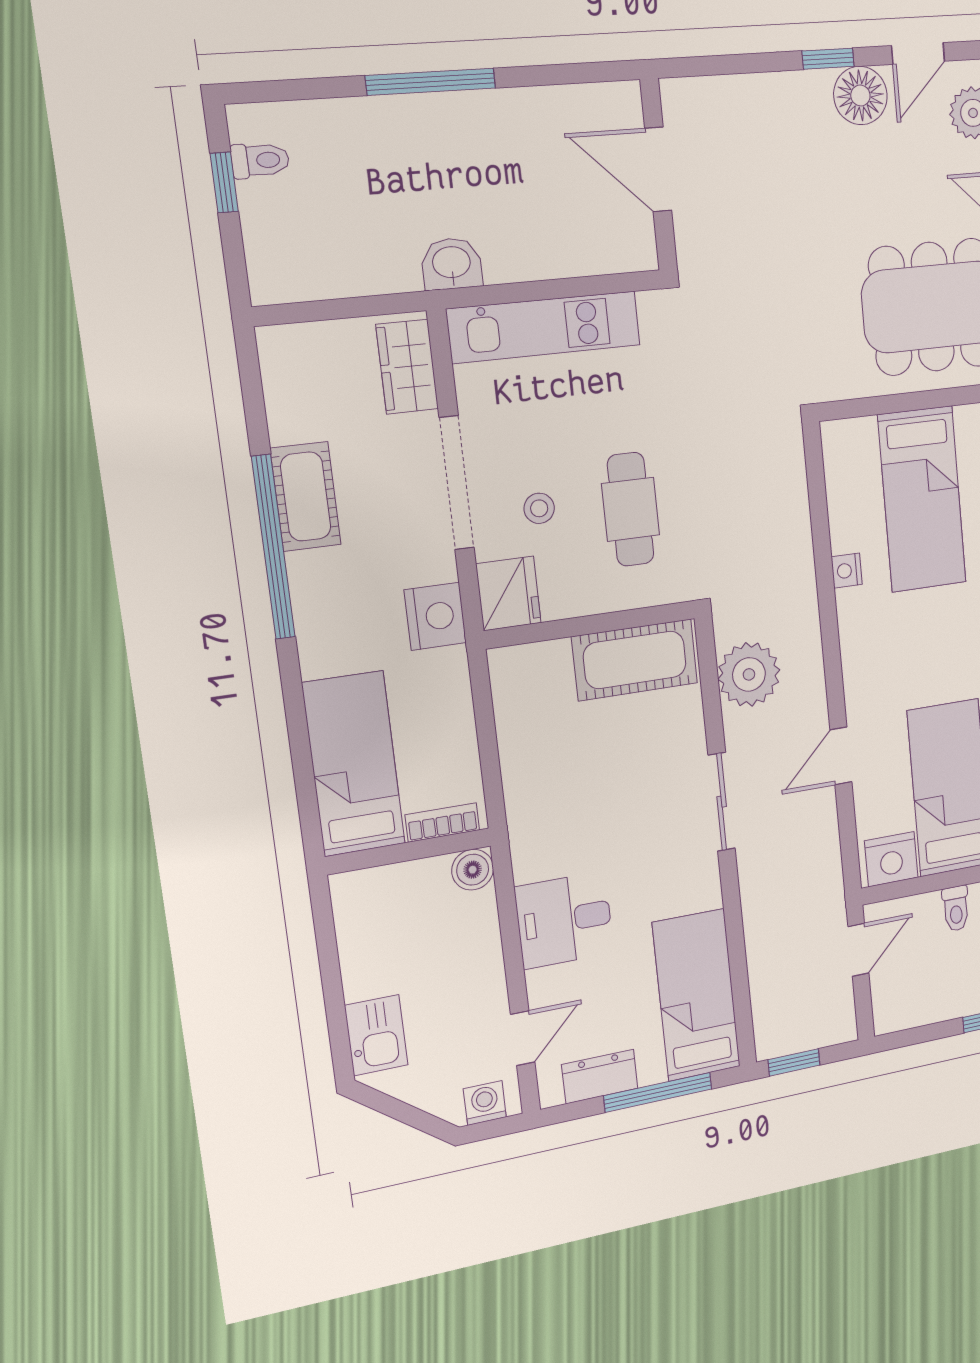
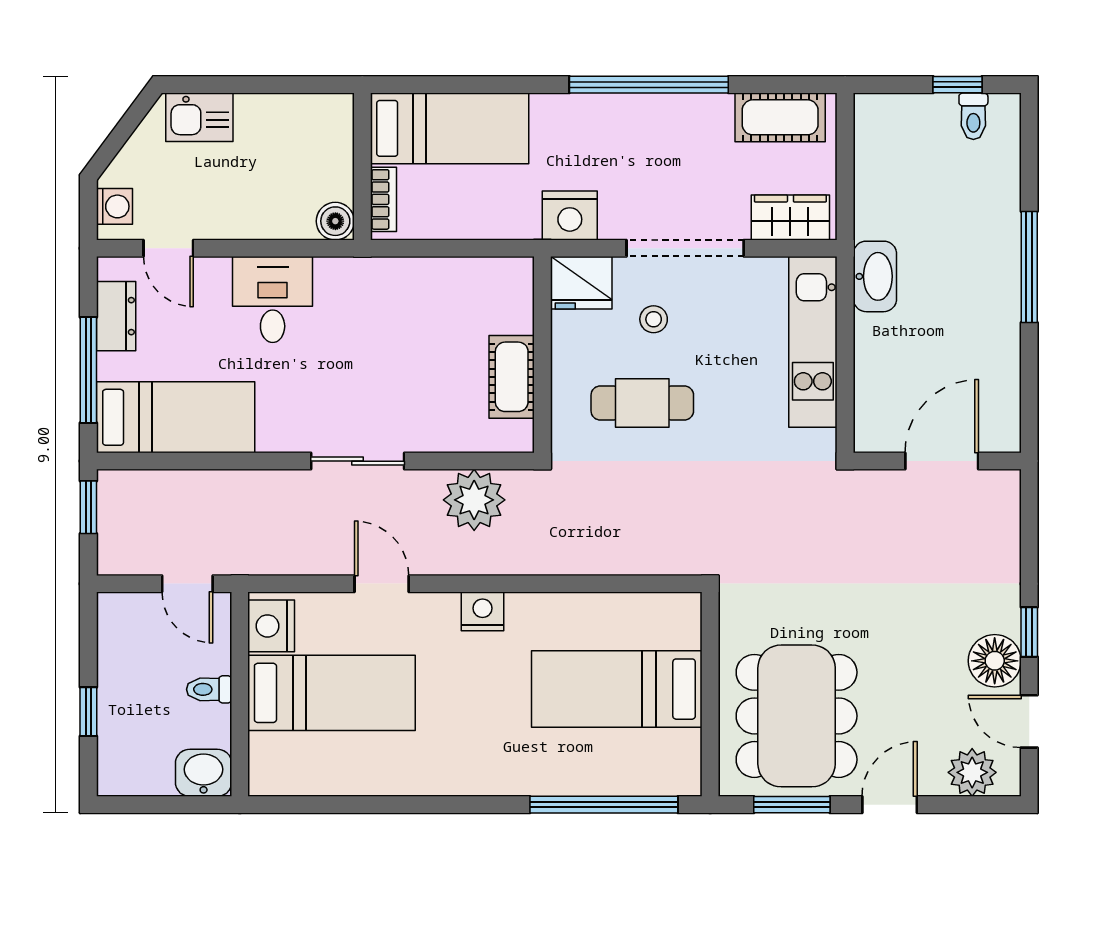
washbasin: (452, 264) -> (875, 276), width x1.38
cot: (306, 497) -> (780, 117), moved
nightstand: (847, 571) -> (483, 611), moved, width x1.39, depth x1.35
cot: (635, 660) -> (512, 377), width x0.73, depth x0.75

